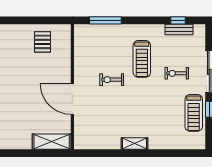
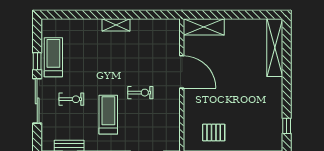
pallet: (42, 42) -> (214, 133), turned 90

